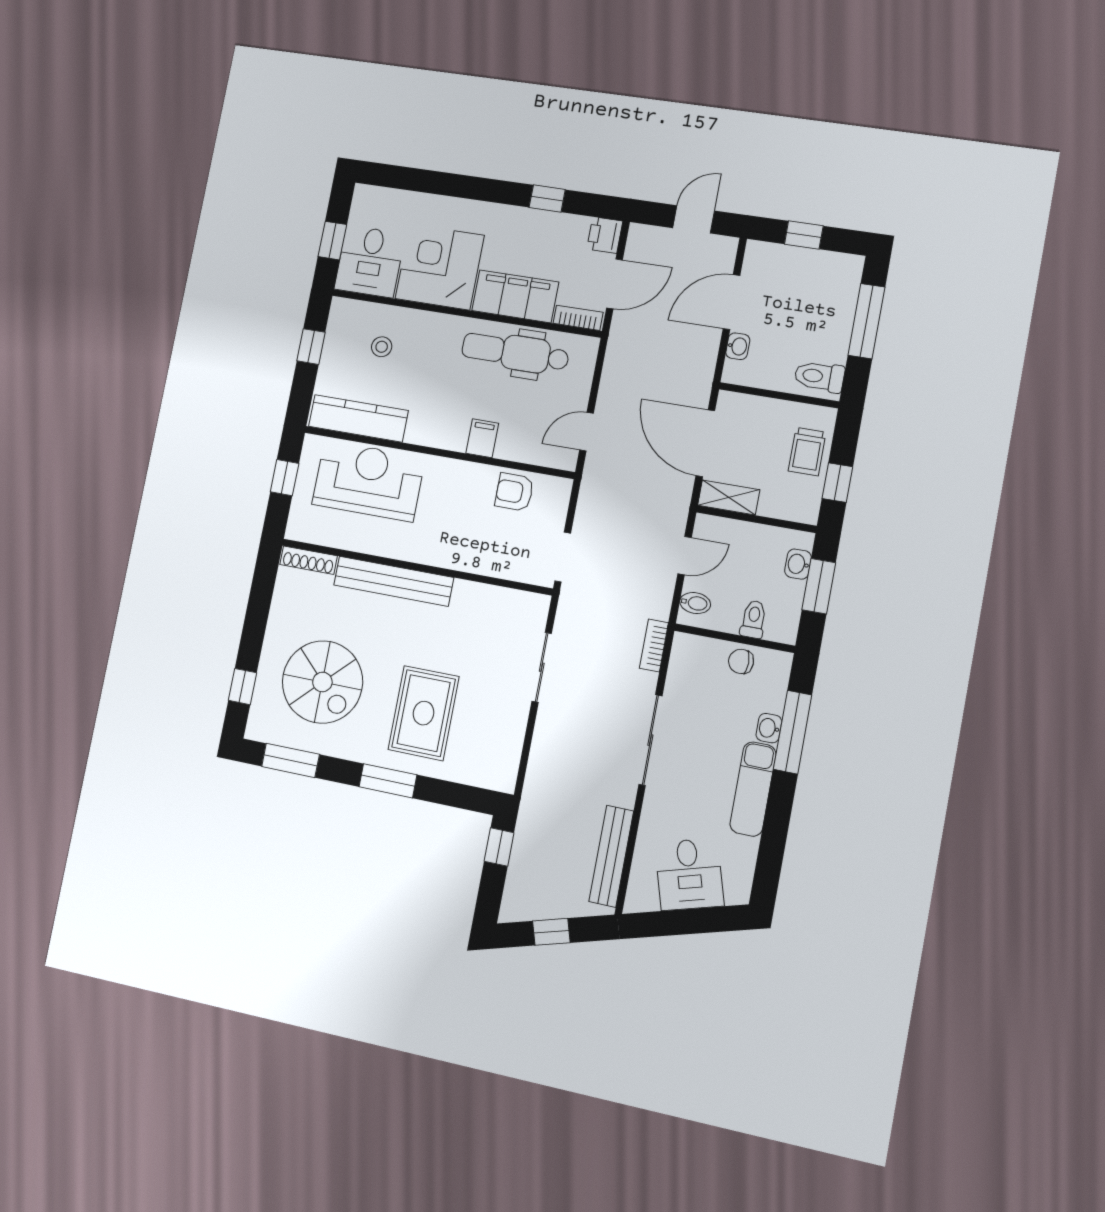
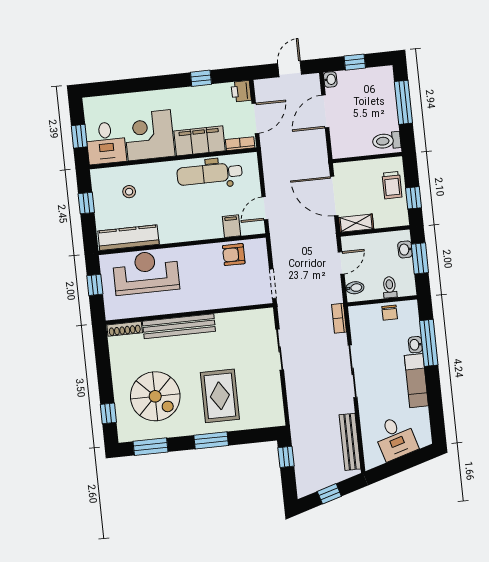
washbasin: (738, 346) -> (330, 79), moved
filing cabinet: (482, 438) -> (231, 226), moved
chair: (741, 661) -> (390, 313), turned -90

